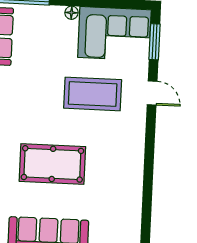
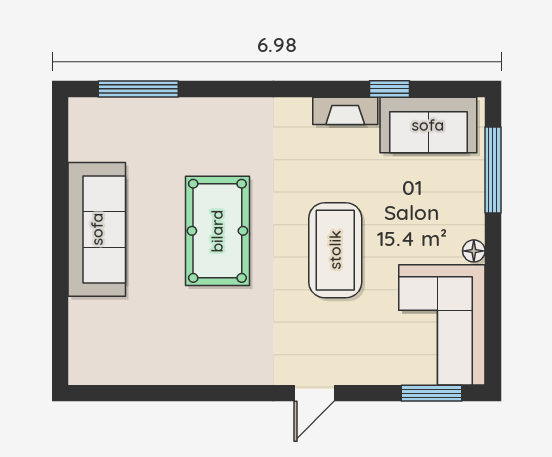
door: (152, 93) -> (314, 393), moved
coffee table: (93, 94) -> (335, 250), moved

